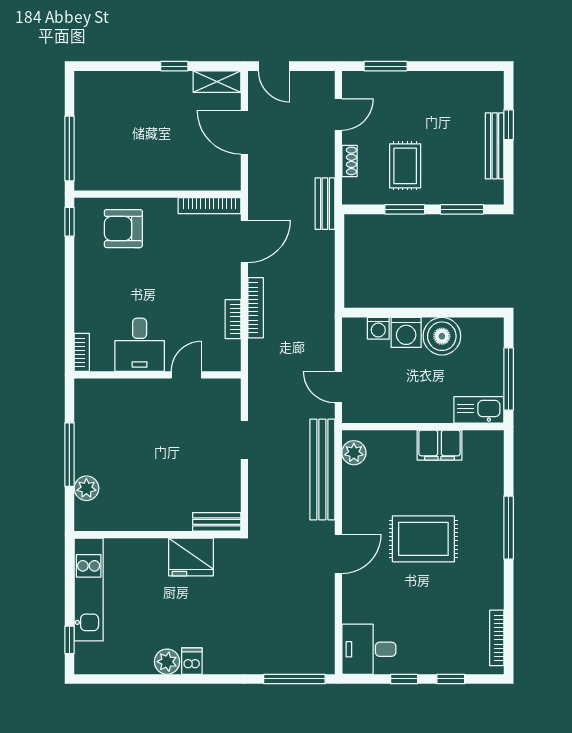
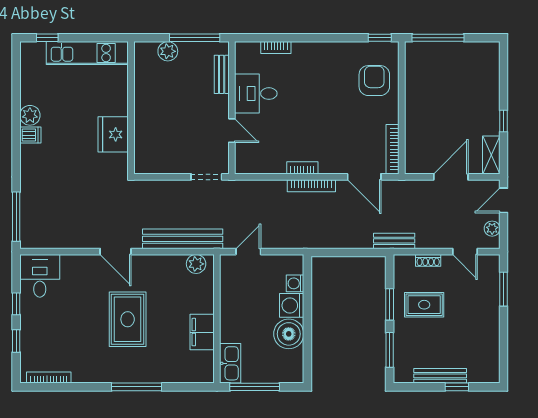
plant: (309, 81) -> (492, 229), added
desk: (140, 345) -> (256, 94), moved
wall: (158, 375) -> (232, 108), moved
door: (186, 375) -> (232, 131), moved
bench: (217, 522) -> (222, 74), moved

